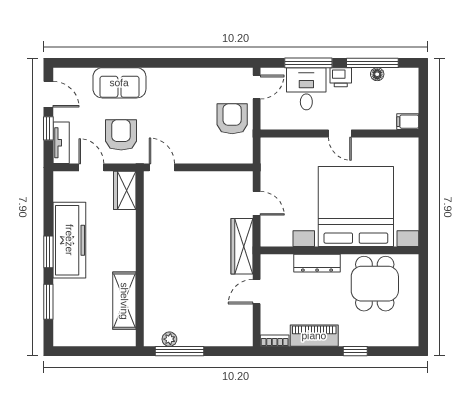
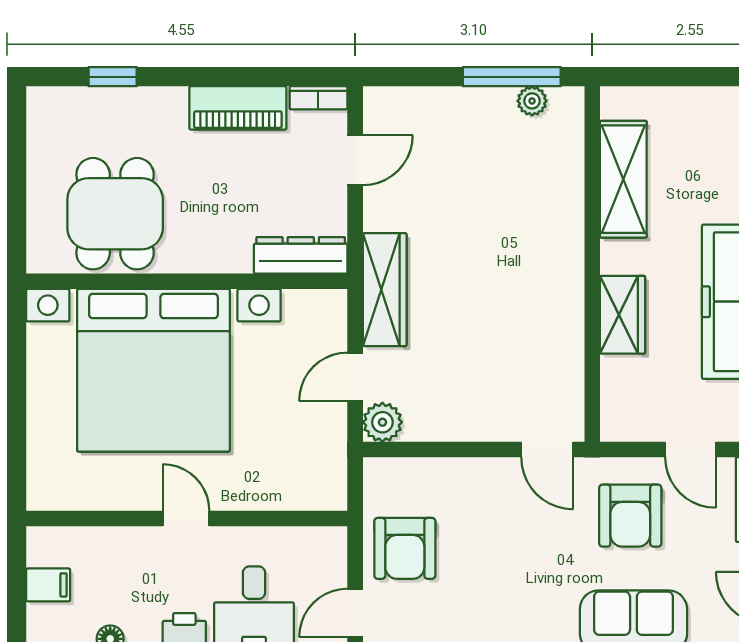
filing cabinet: (408, 122) -> (48, 585), moved
plant: (243, 181) -> (382, 422), added
wardrobe: (125, 190) -> (623, 315), moved
door: (257, 203) -> (355, 377), hinge flipped
dresser: (317, 263) -> (301, 255), moved
door: (257, 292) -> (355, 160), moved
window: (355, 351) -> (113, 77), moved

